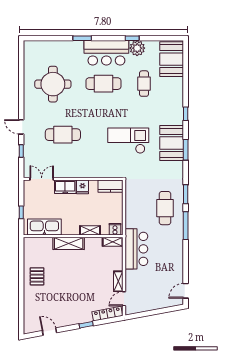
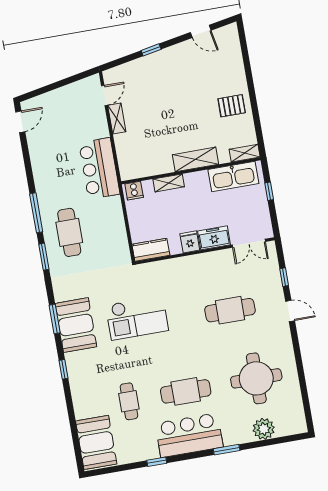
plant: (137, 48) -> (264, 429), moved
shelving: (113, 242) -> (245, 153), moved
pallet: (37, 276) -> (232, 106), turned 90
locker: (107, 314) -> (124, 71), removed

